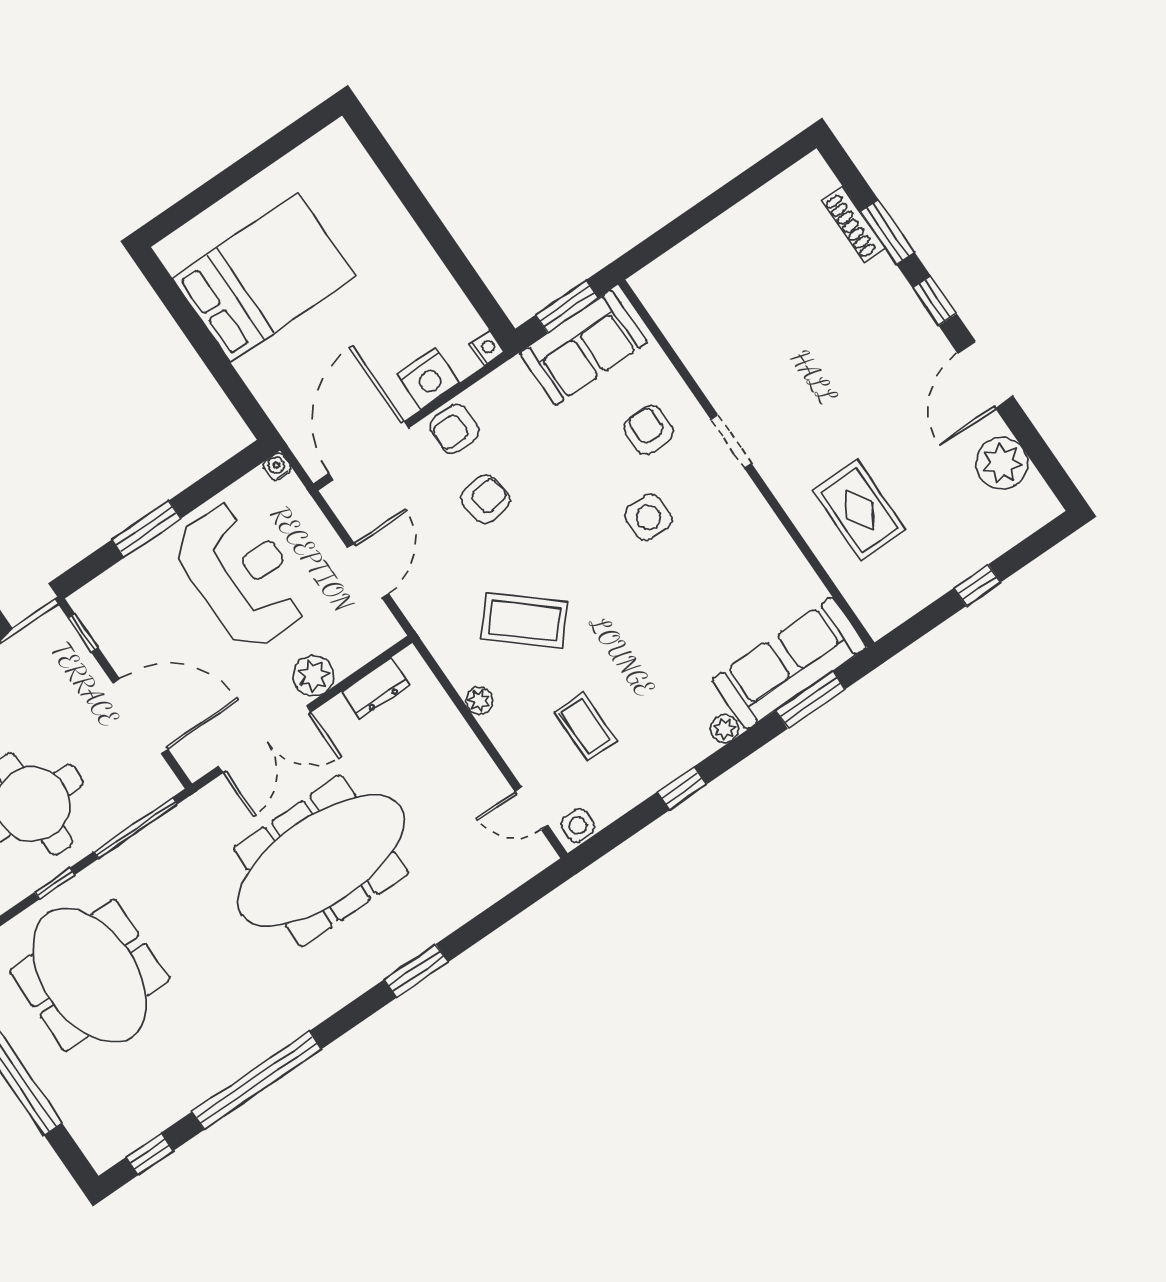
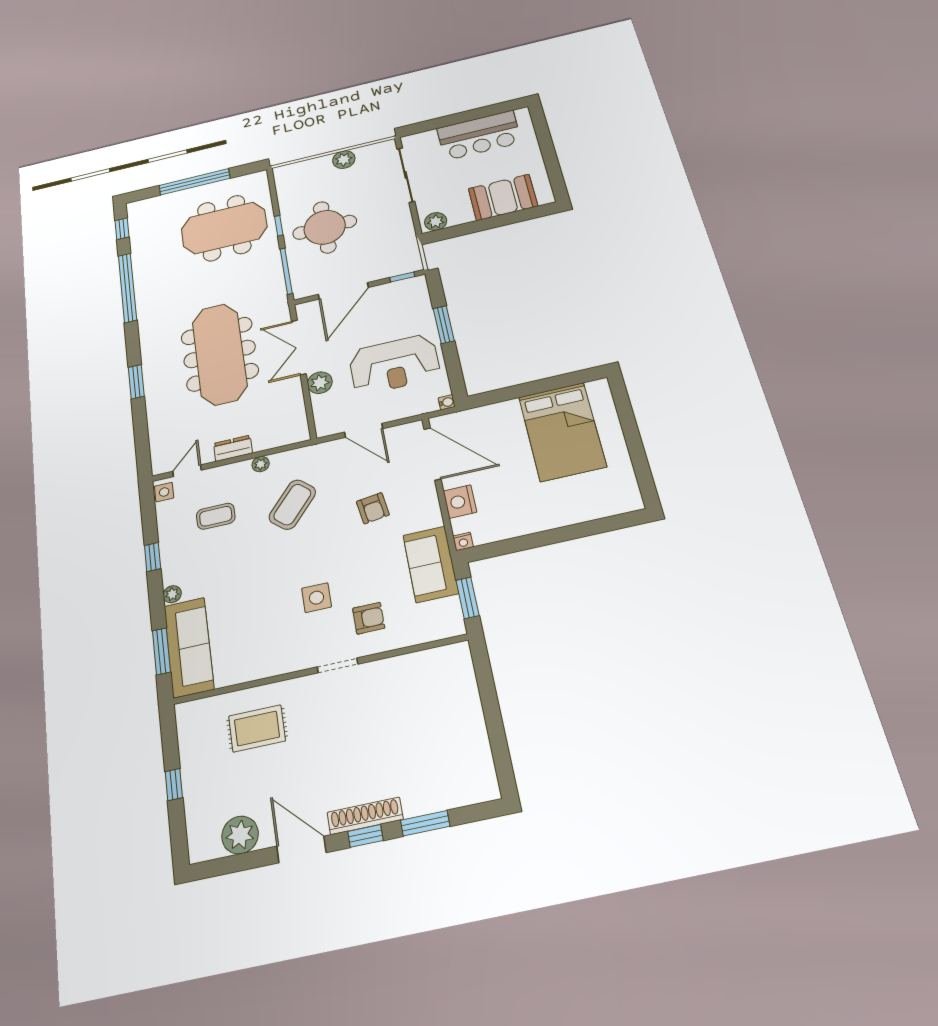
shoe rack: (853, 224) -> (365, 816), moved, width x1.36, depth x1.24
sofa: (583, 348) -> (431, 564), moved
armchair: (455, 429) -> (423, 506), removed
dresser: (376, 689) -> (233, 448), moved, turned 90

